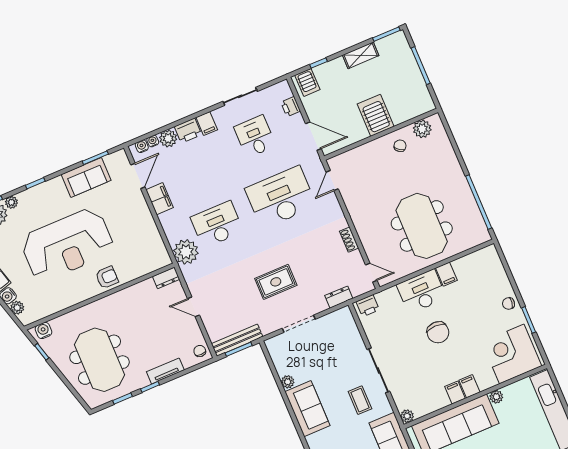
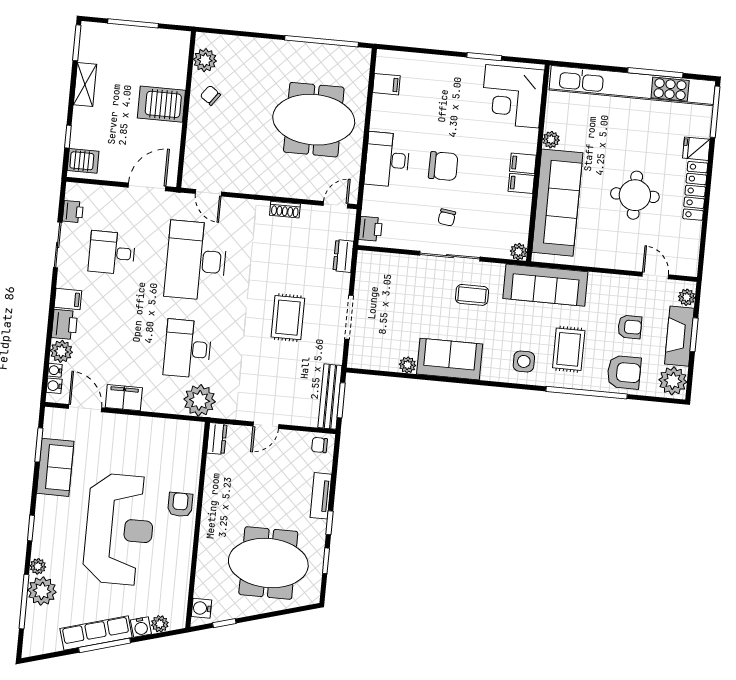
printer: (291, 107) -> (73, 212), moved, turned -90
filing cabinet: (446, 274) -> (386, 84), moved
chair: (508, 303) -> (447, 217), moved

